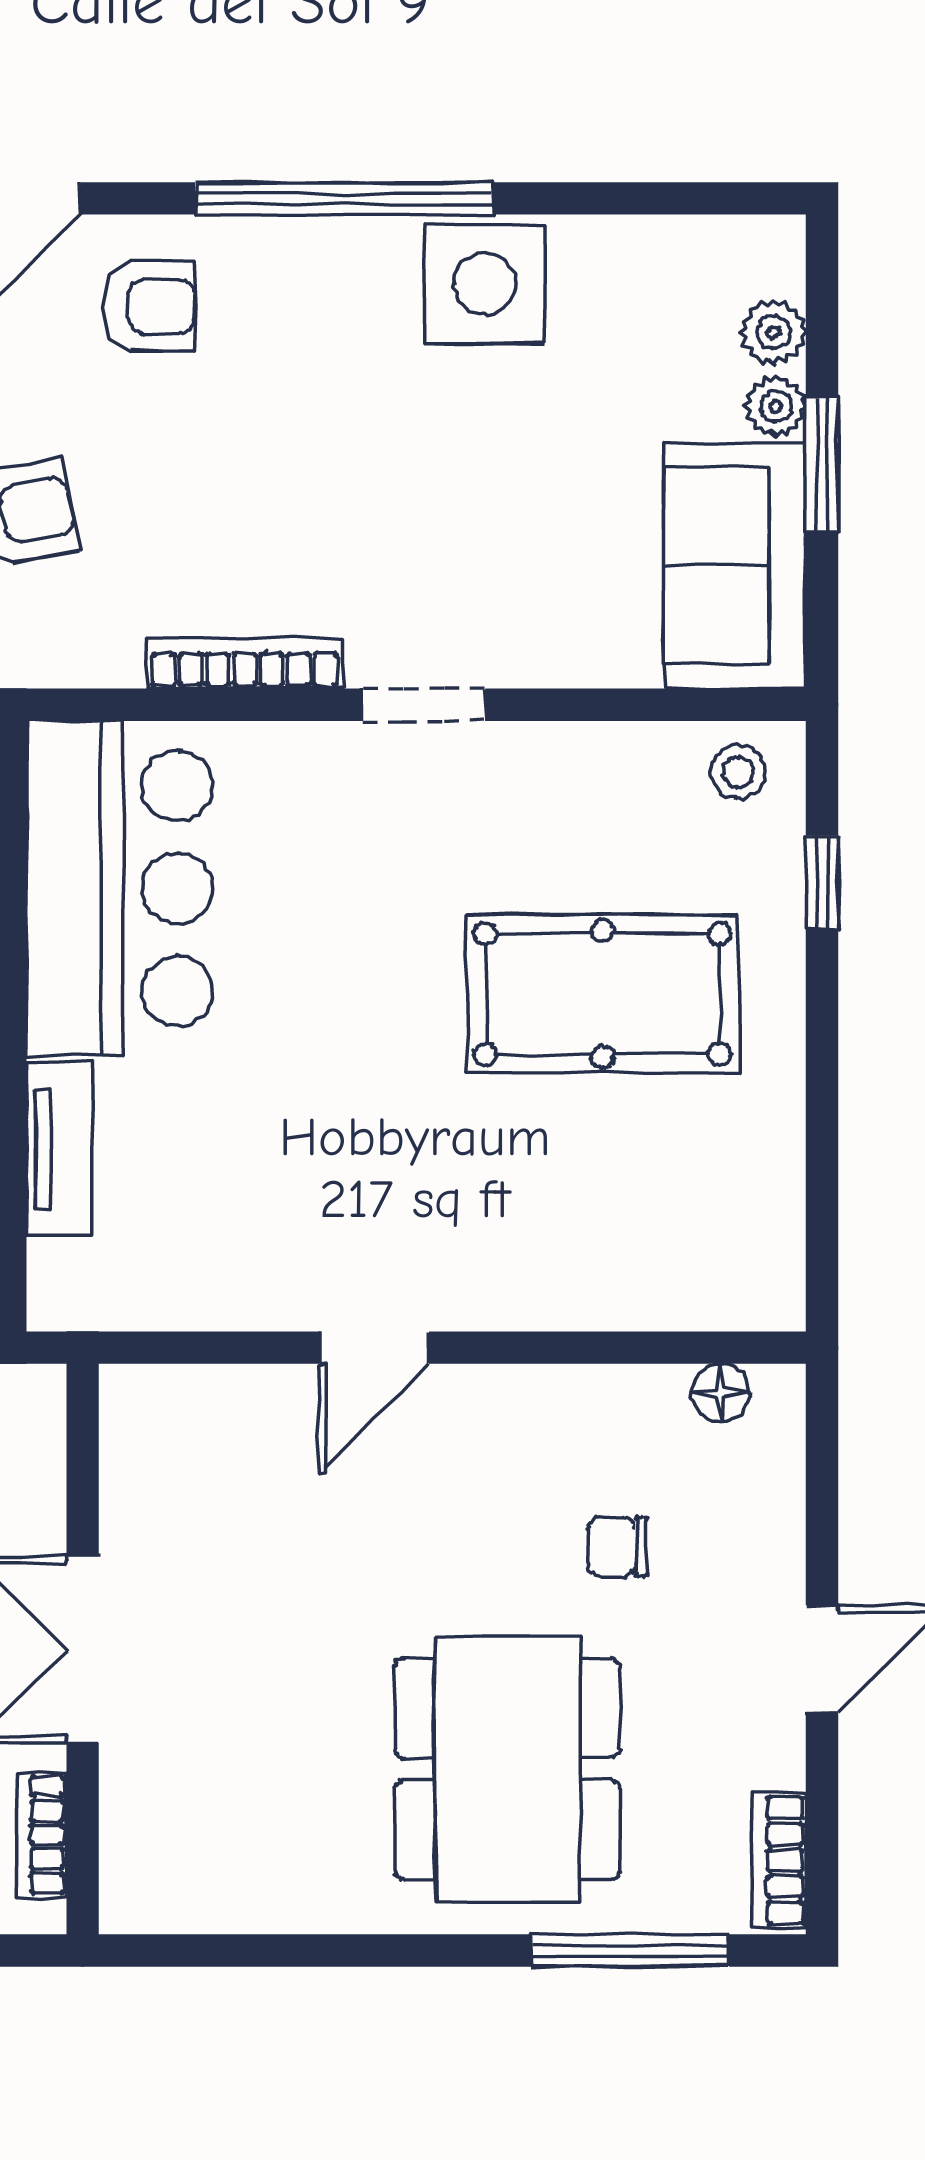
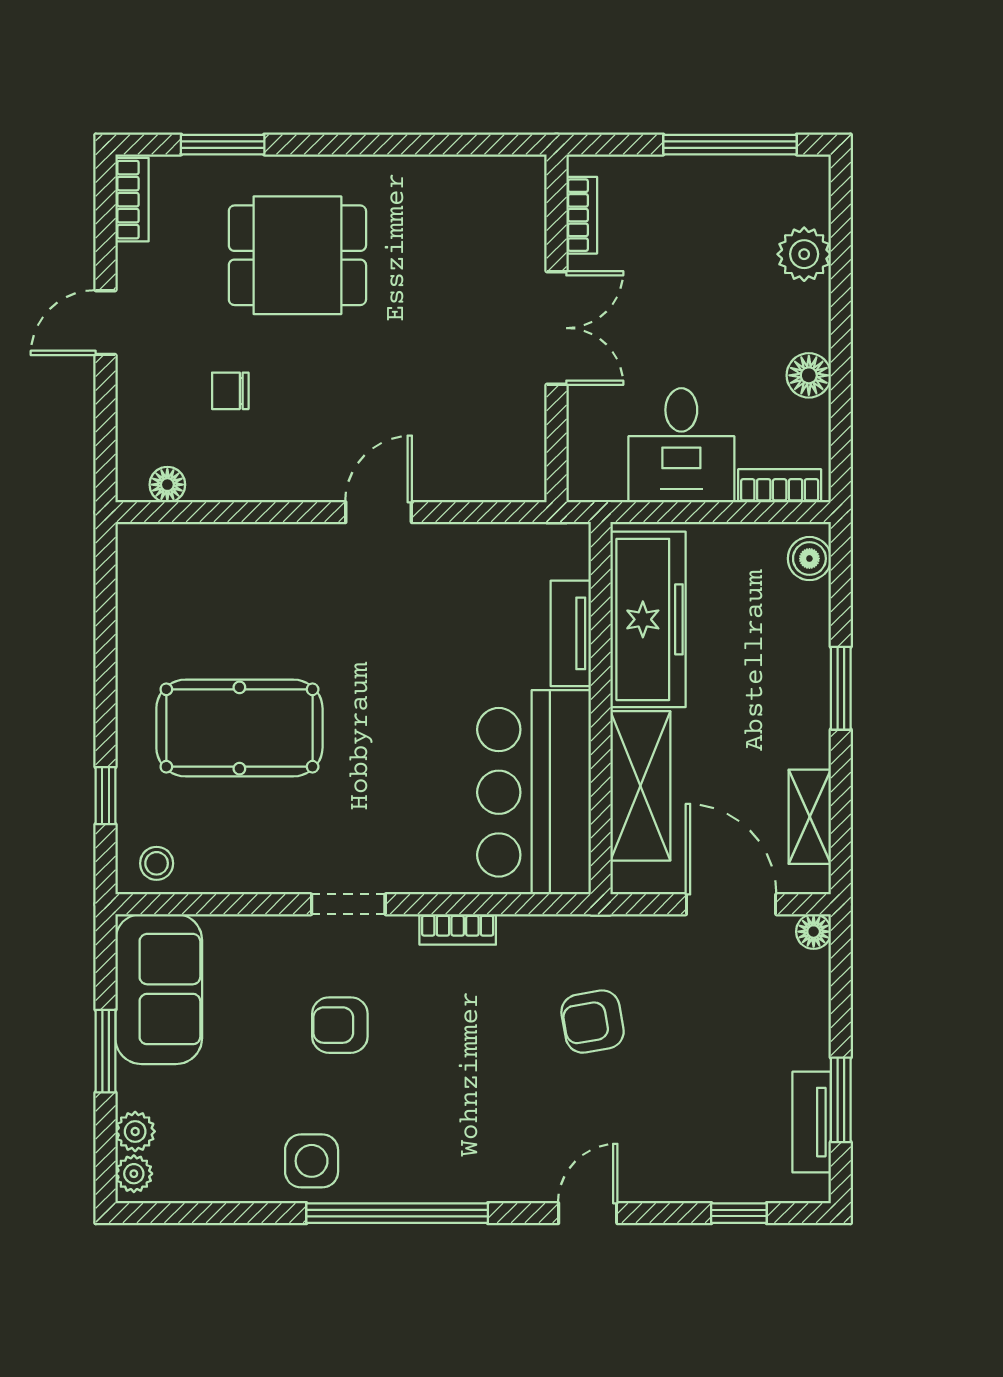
side table: (484, 284) -> (312, 1161), width x0.73, depth x0.73
armchair: (149, 306) -> (340, 1025), moved
plant: (776, 406) -> (134, 1174), moved
bookcase: (245, 664) -> (458, 929), width x0.64
chair: (617, 1547) -> (230, 391), turned 180
dining table: (507, 1769) -> (297, 255), width x0.73
window: (630, 1950) -> (223, 145), width x0.69

